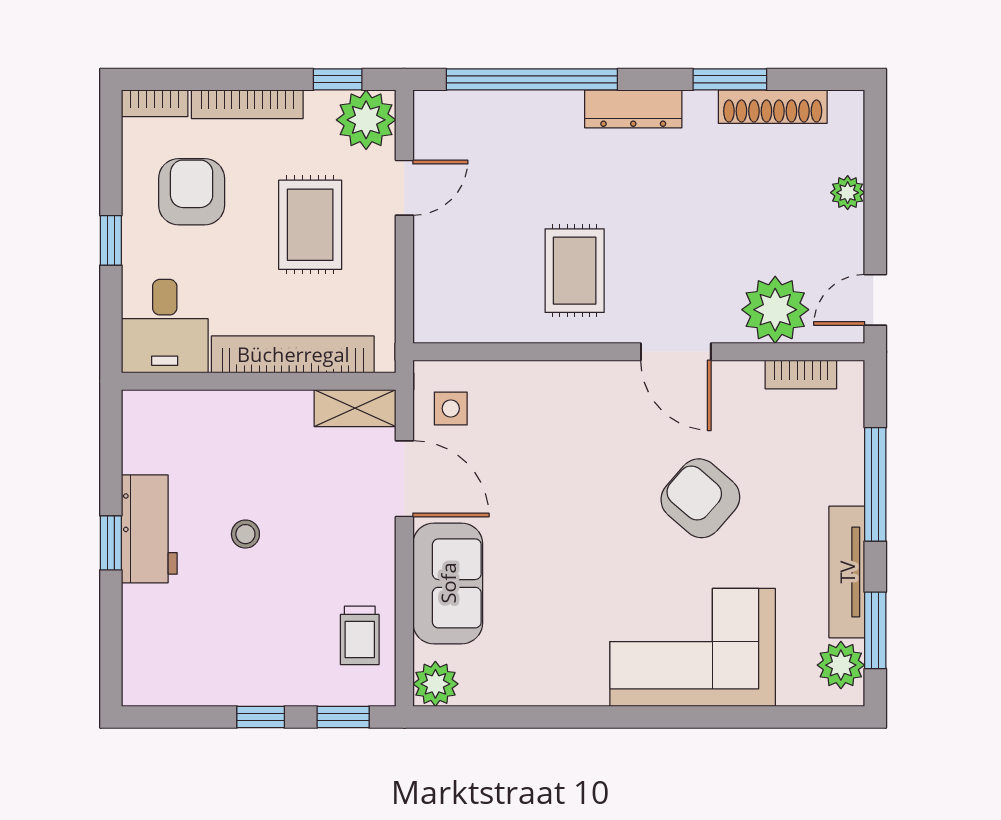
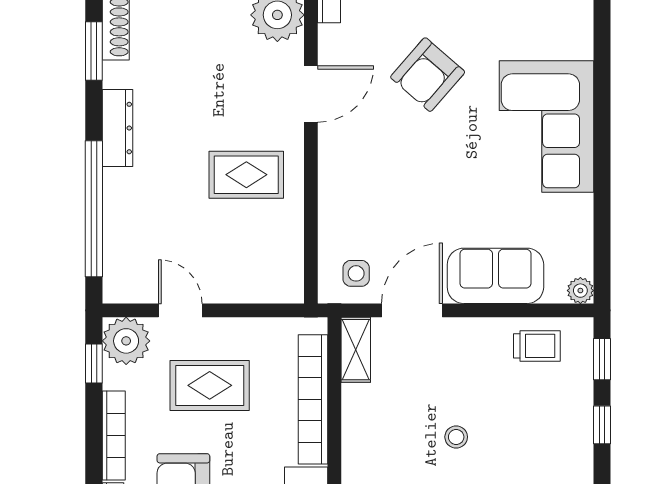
corner sofa: (693, 647) -> (546, 126), moved
plant: (435, 684) -> (580, 291), width x0.73, depth x0.73

